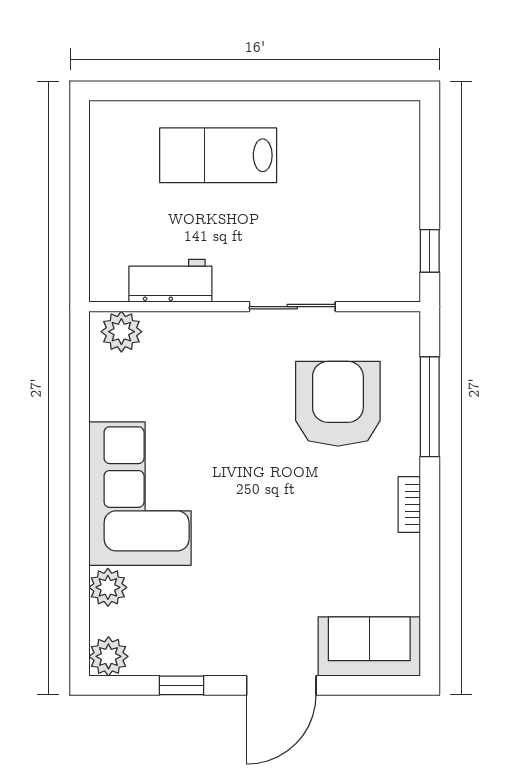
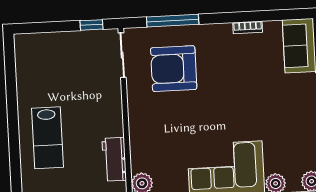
sliding door: (292, 307) -> (122, 55), moved
bookcase: (409, 505) -> (248, 27), moved

